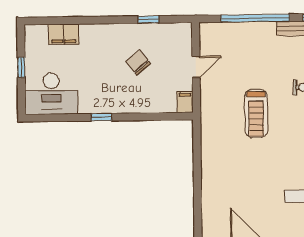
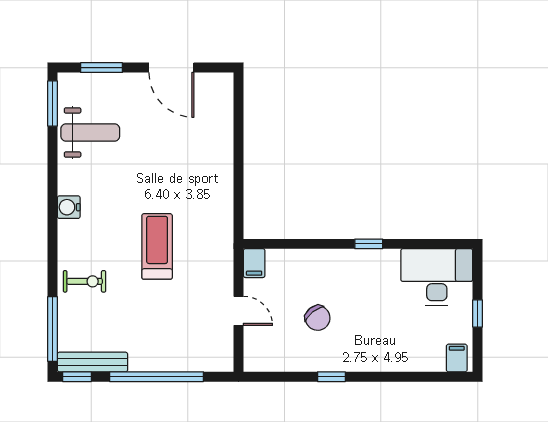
window: (148, 19) -> (331, 377), moved
filing cabinet: (64, 34) -> (457, 358), moved, width x0.50
door: (196, 67) -> (238, 311), swing flipped

